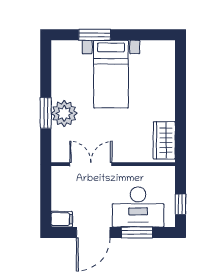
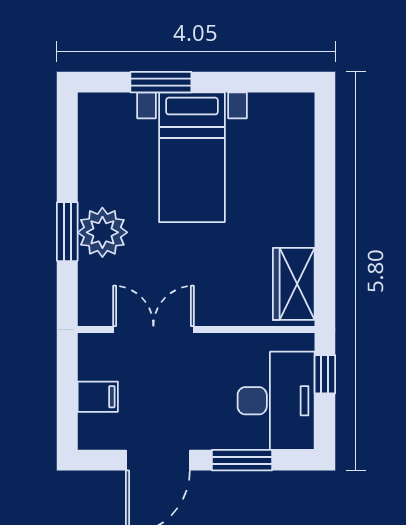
window: (180, 204) -> (325, 374), moved
desk: (138, 207) -> (276, 401), moved, turned -90
filing cabinet: (62, 219) -> (98, 397), moved

